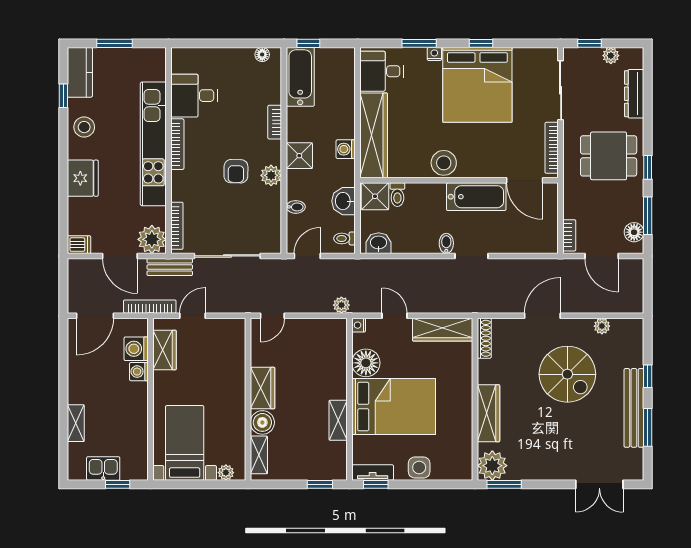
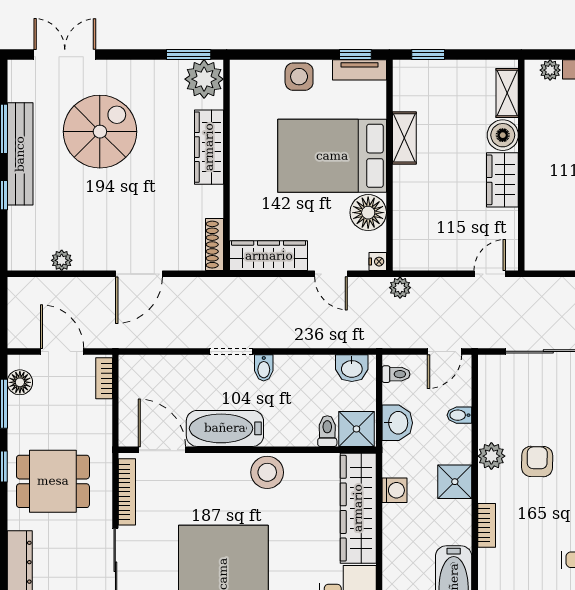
spiral stairs: (567, 374) -> (100, 132), moved, turned 90

